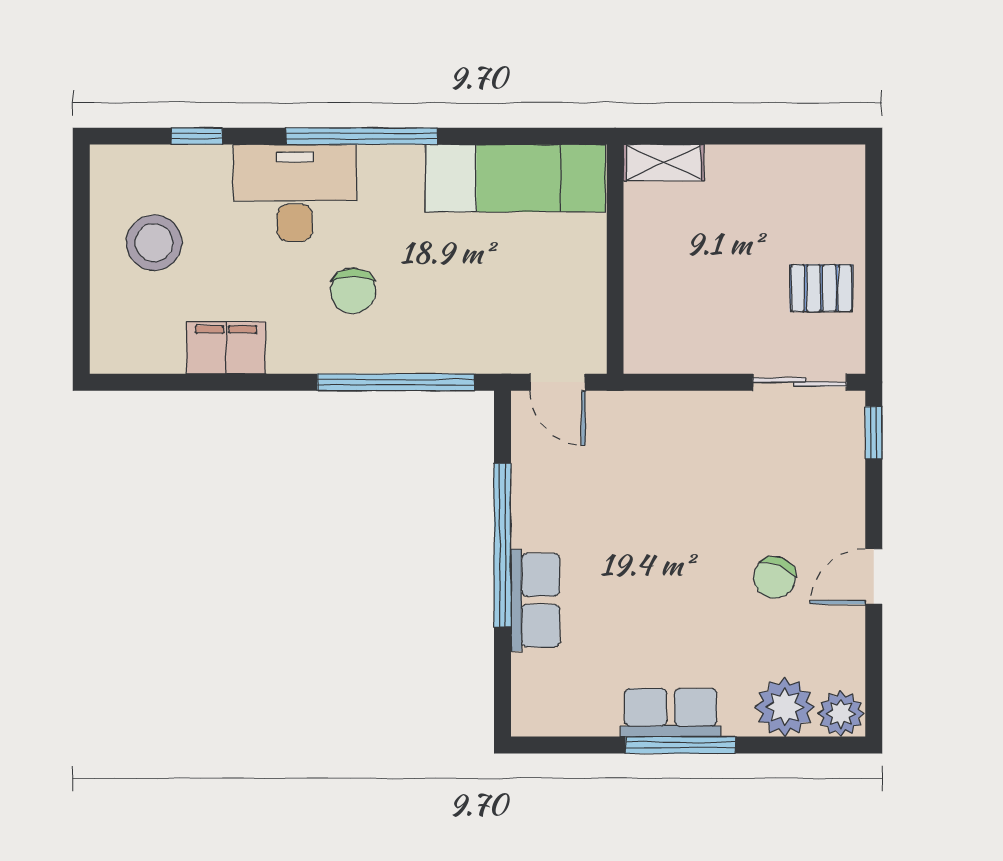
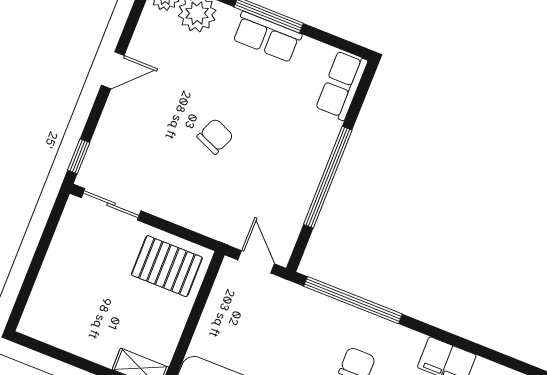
pallet: (821, 288) -> (167, 266), moved, width x1.50, depth x1.42
chair: (775, 578) -> (215, 136), moved
row of seats: (535, 600) -> (342, 85), moved

